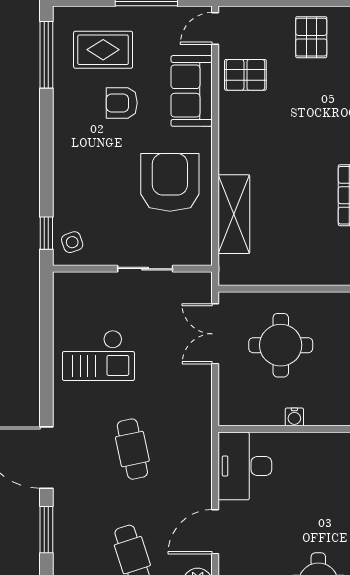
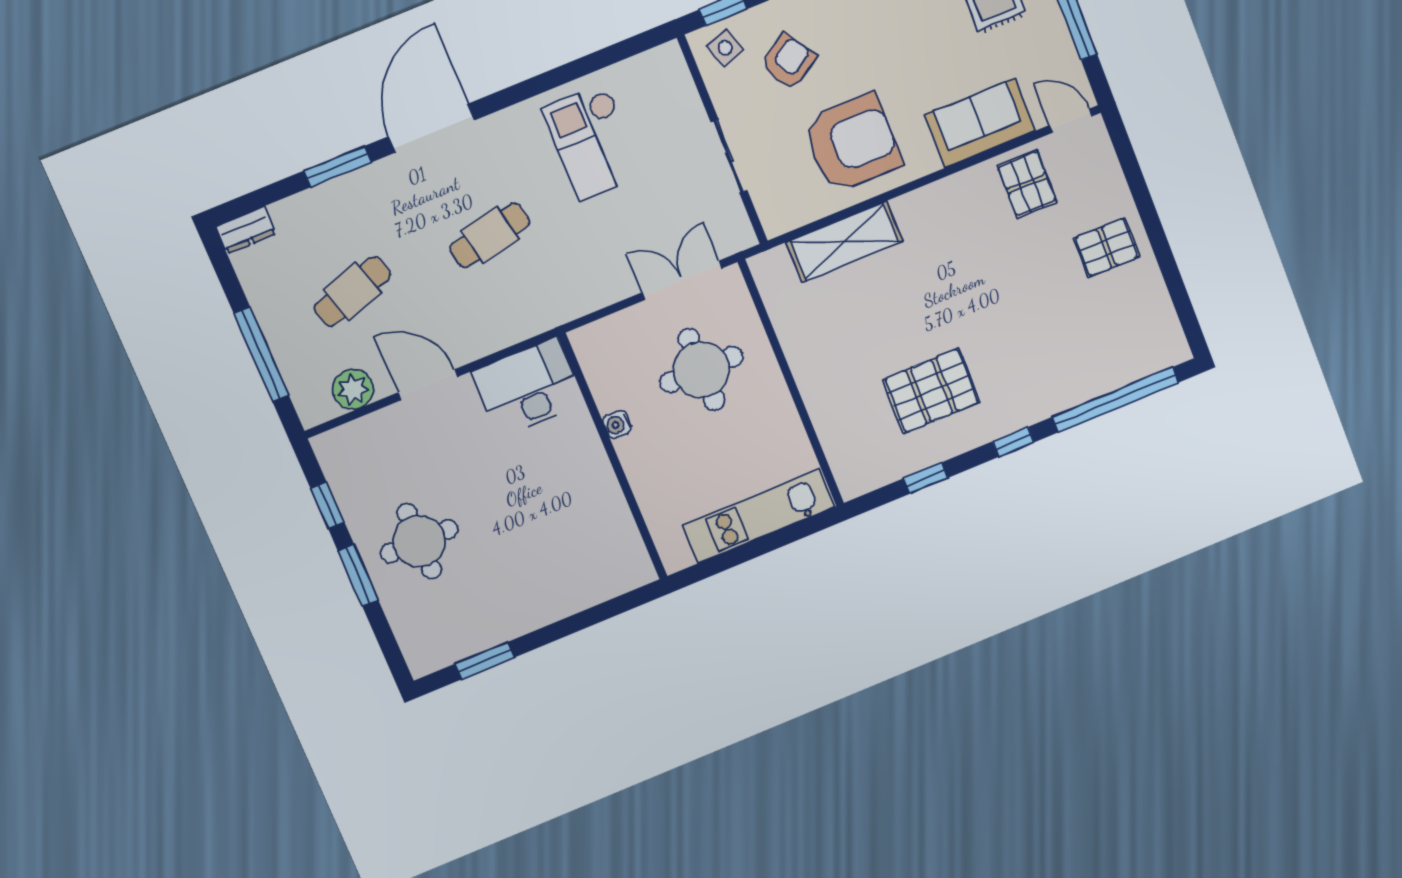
armchair: (122, 103) -> (789, 61), moved, turned 56

